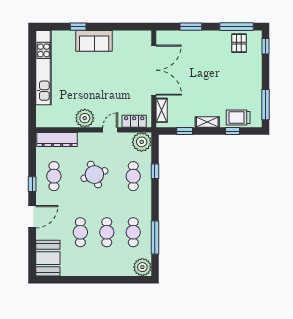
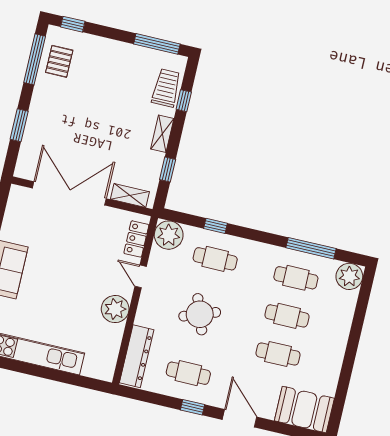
pallet: (239, 43) -> (59, 61), turned 90
trolley: (238, 118) -> (166, 88), turned 180

